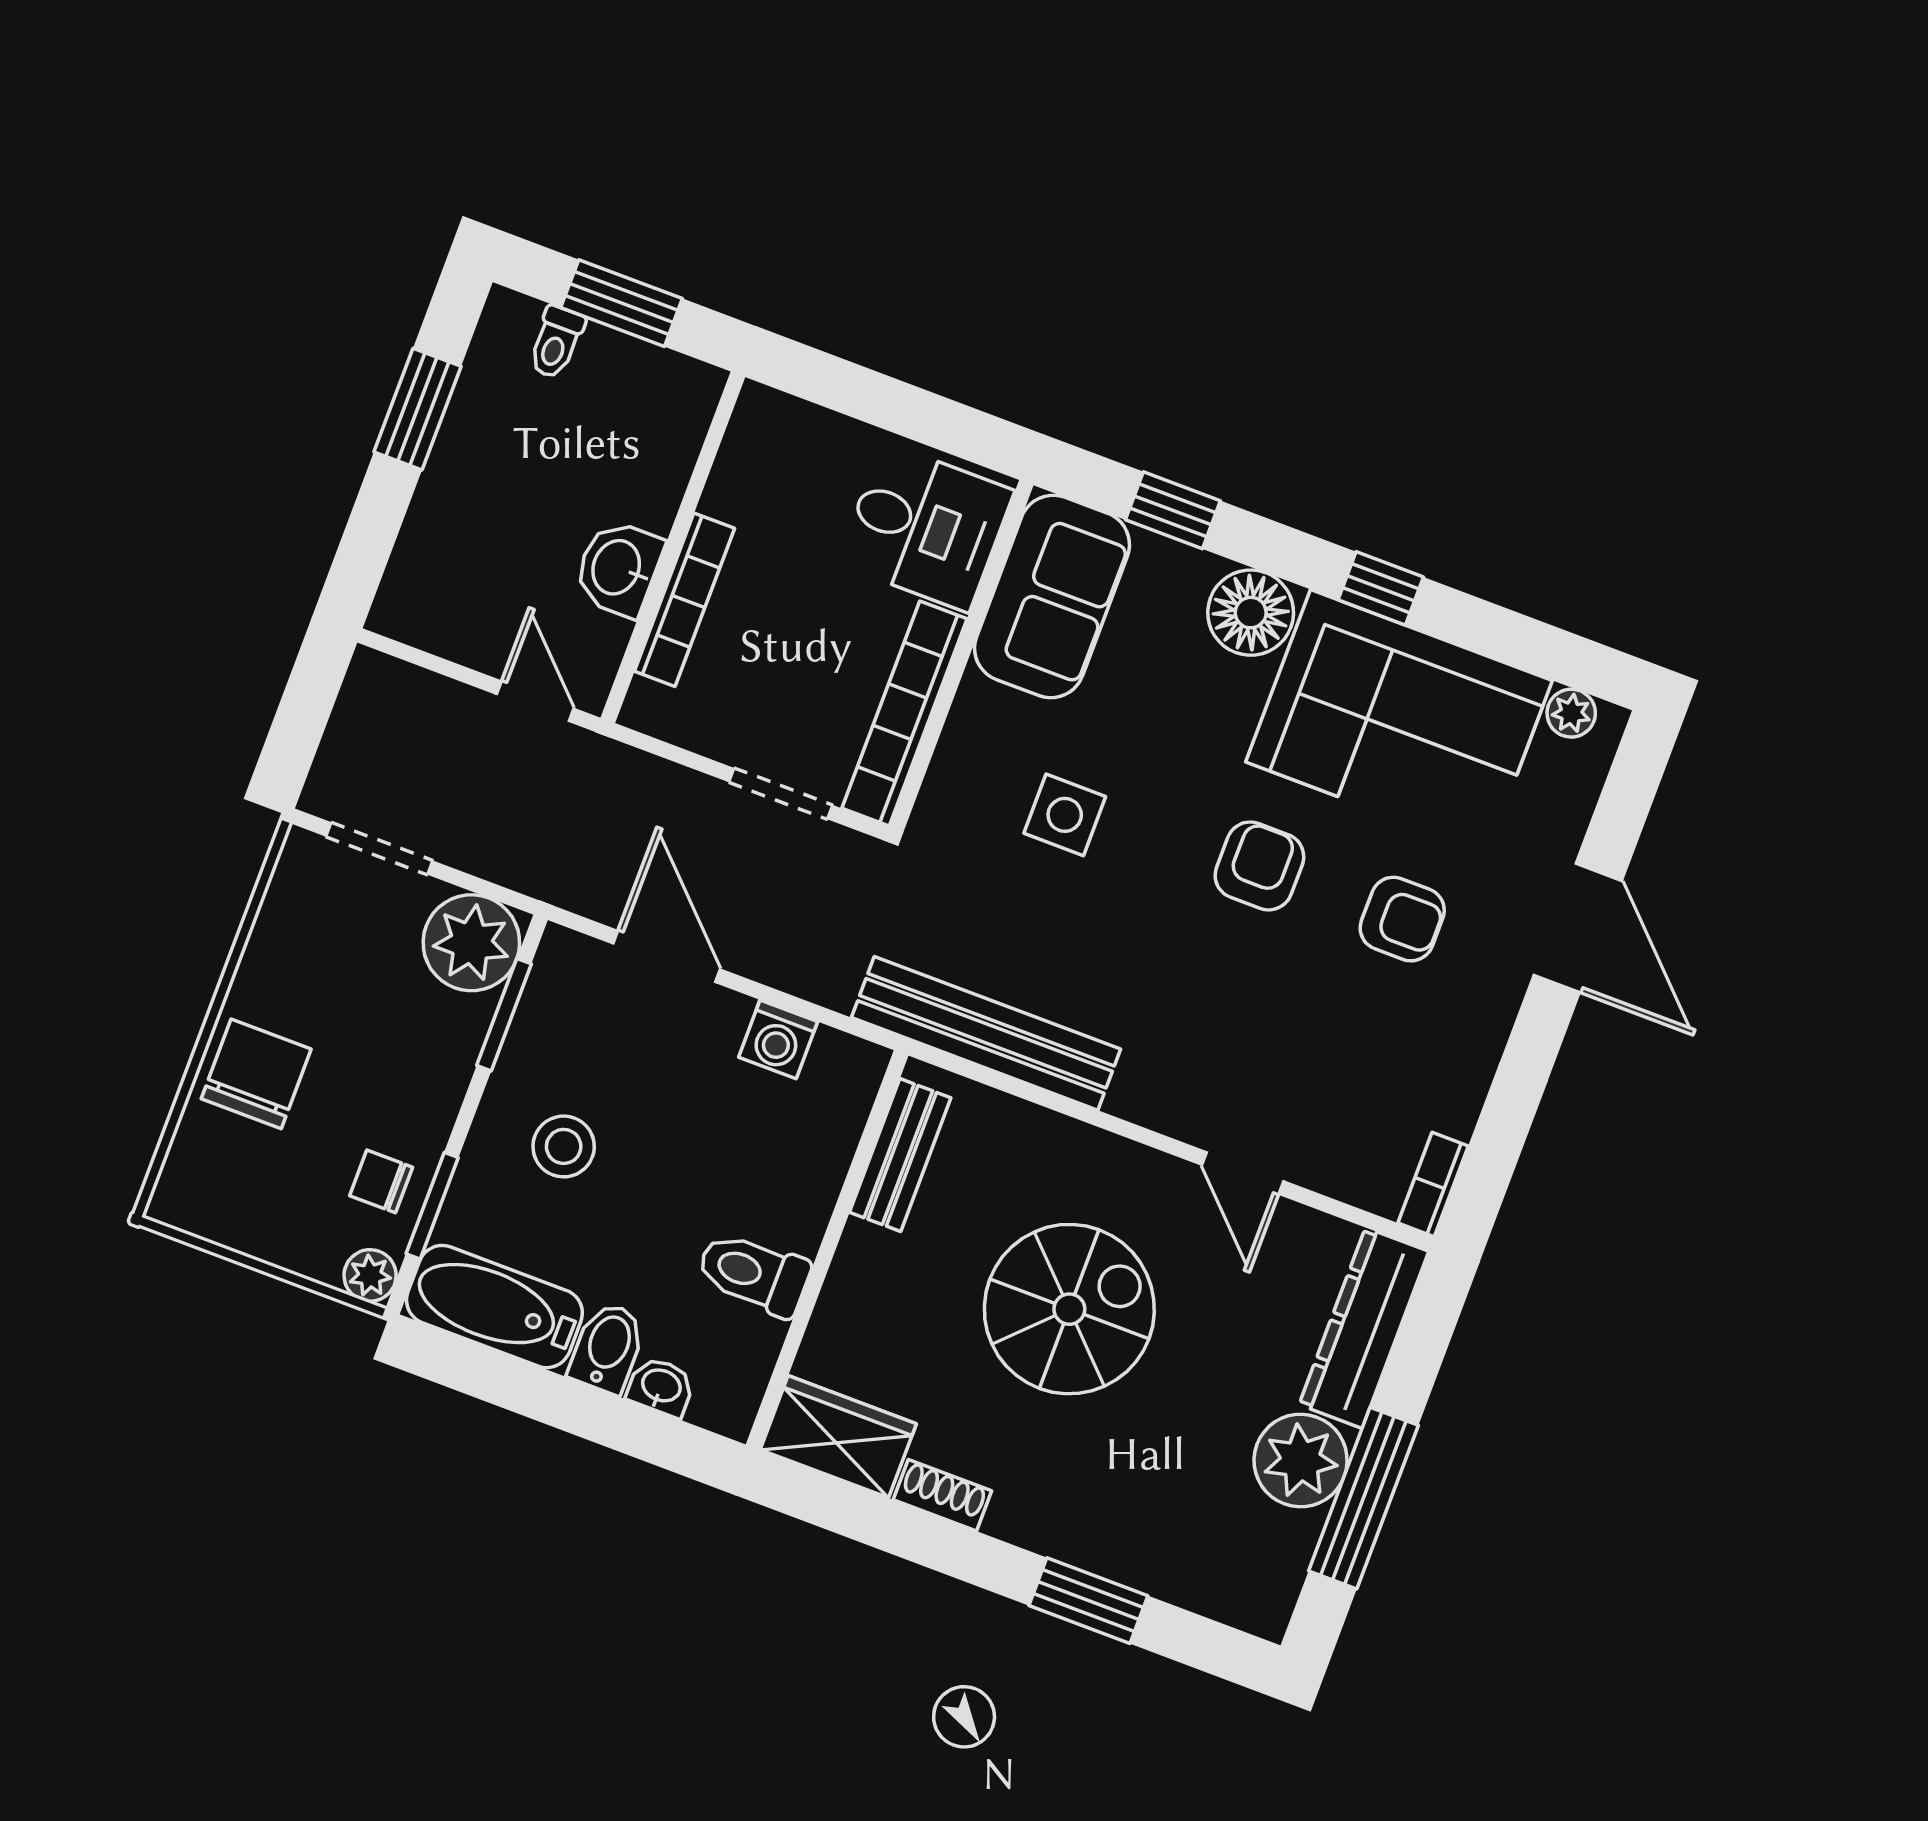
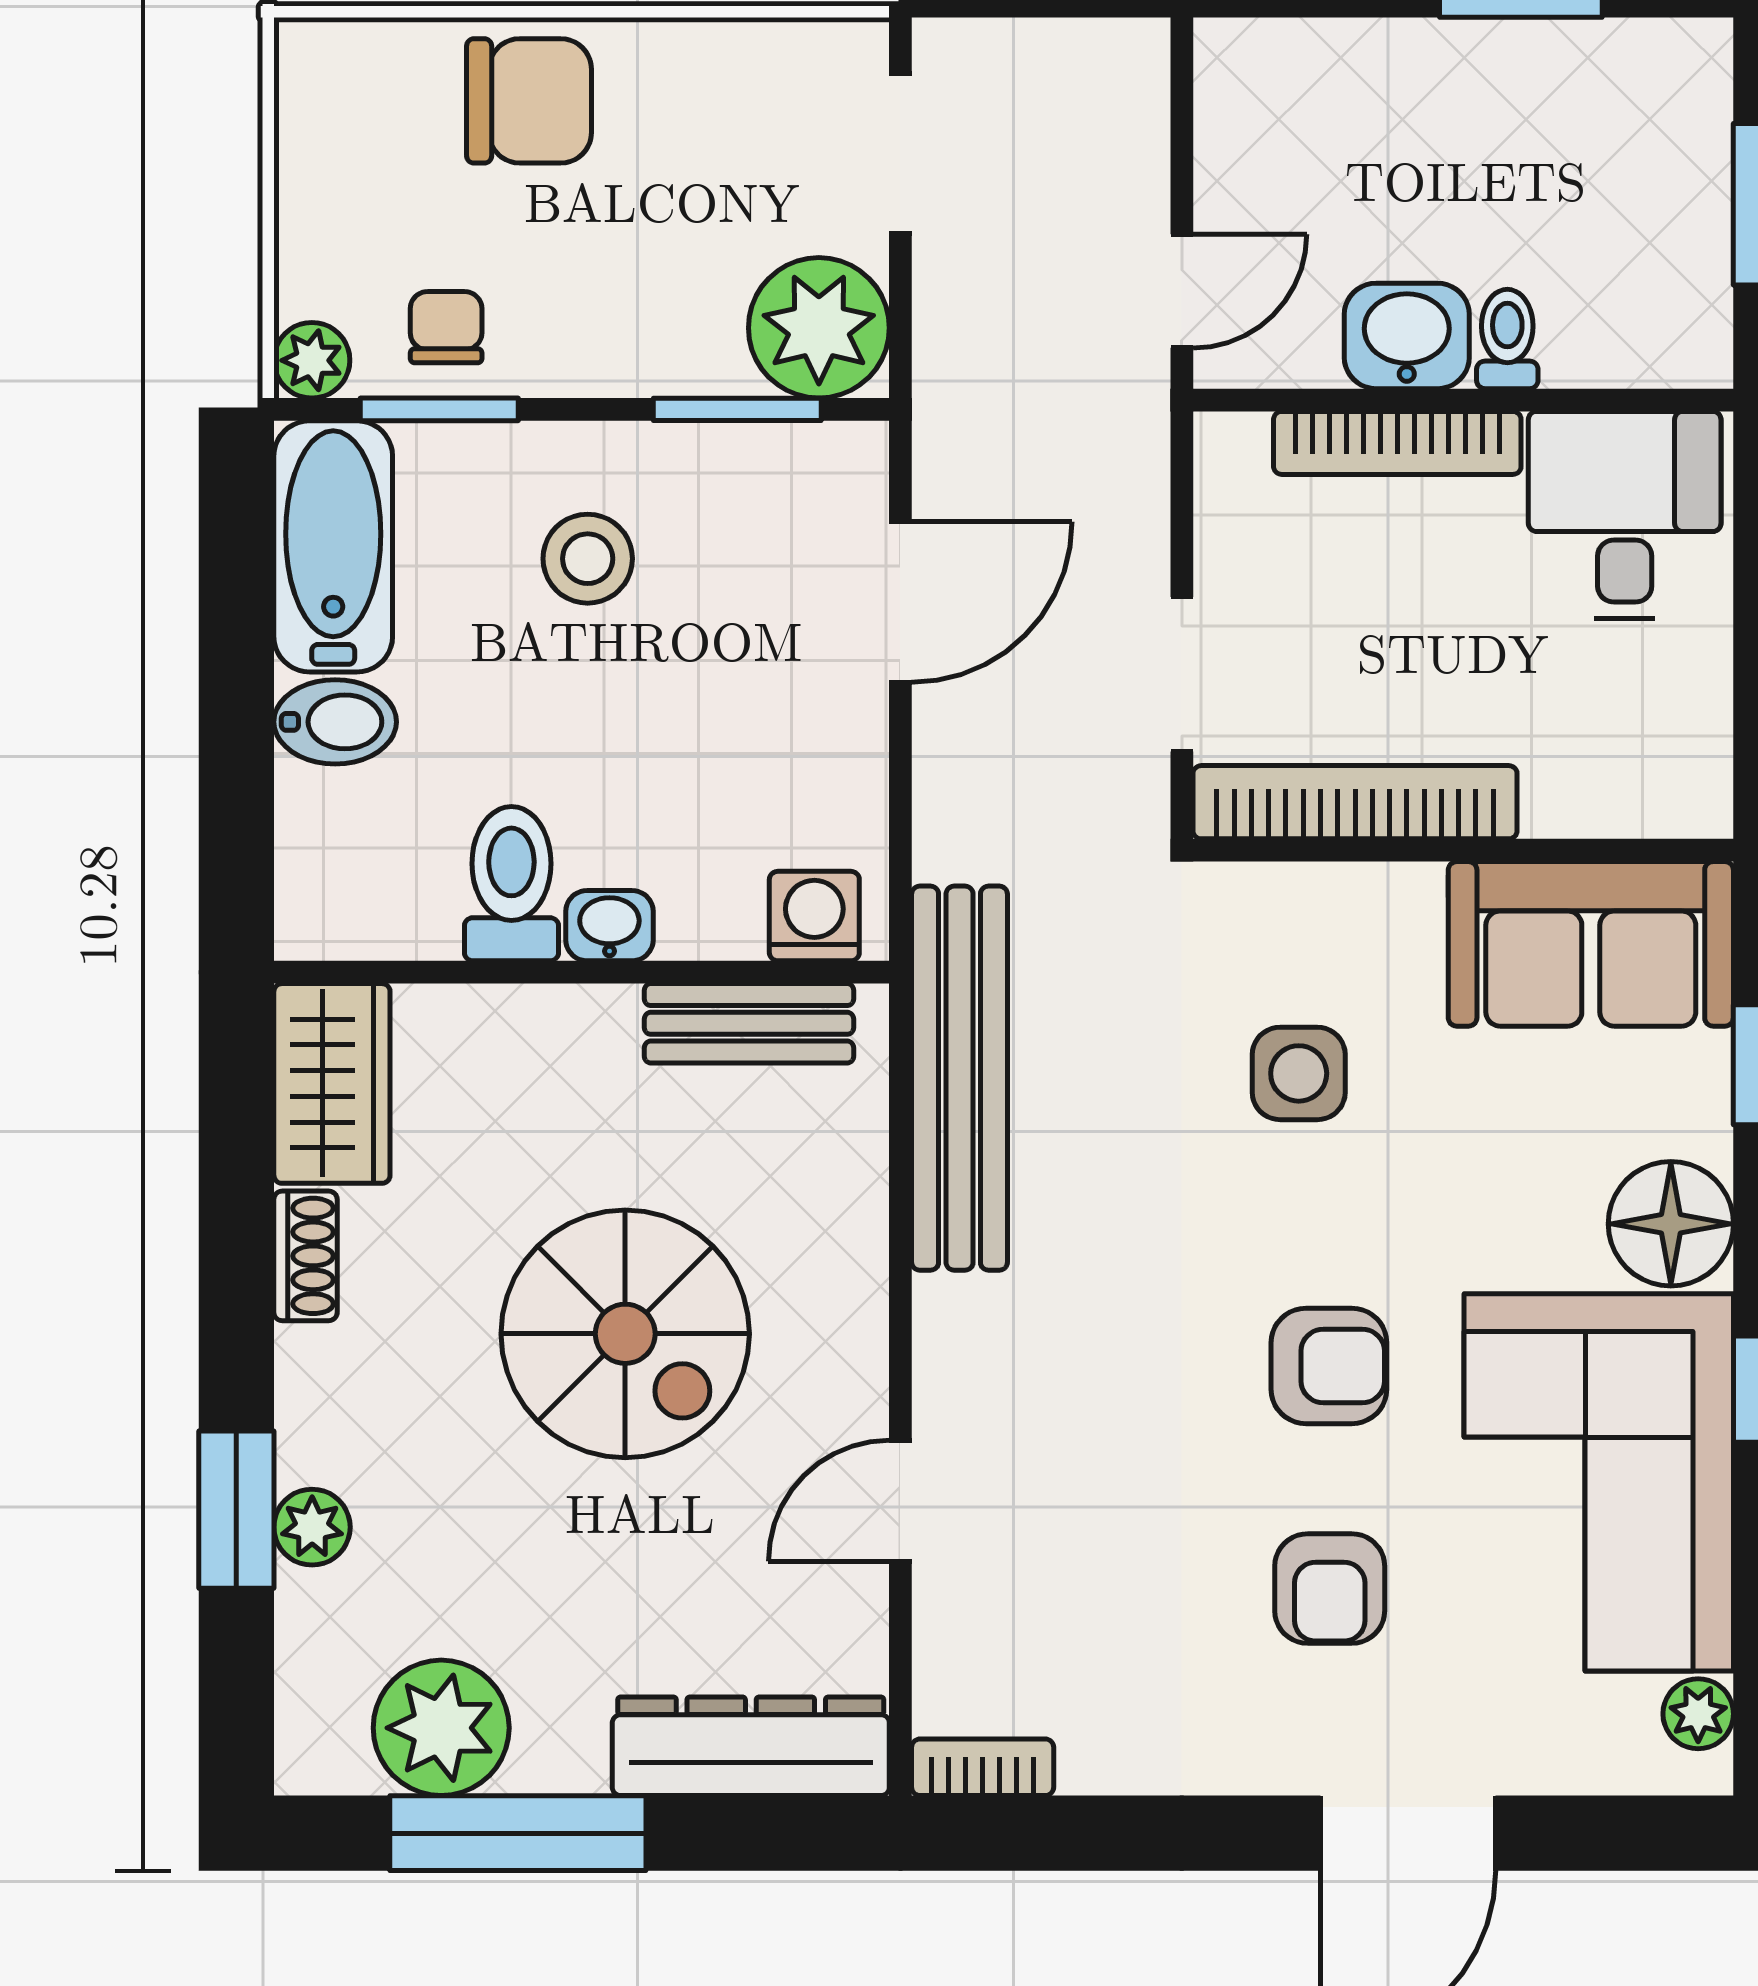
toilet: (556, 342) -> (1507, 339), moved, turned 90
desk: (926, 527) -> (1625, 515), moved, turned 180
washing machine: (778, 1039) -> (814, 916), moved, turned 90
washbasin: (661, 1387) -> (609, 926), moved, turned -90
plant: (1301, 1461) -> (441, 1728), moved
plant: (1118, 1556) -> (312, 1527), added

